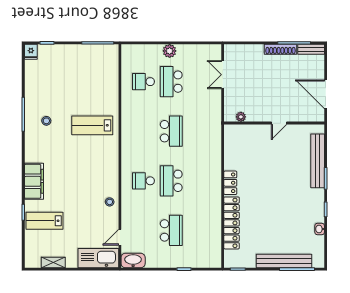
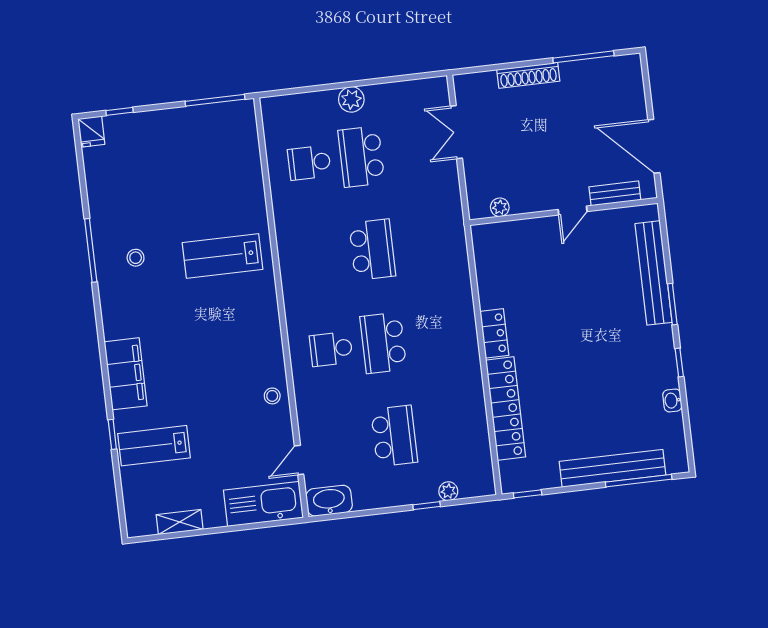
shoe rack: (281, 49) -> (528, 75), moved
bench: (311, 49) -> (615, 193), moved
plant: (196, 263) -> (448, 491), added

